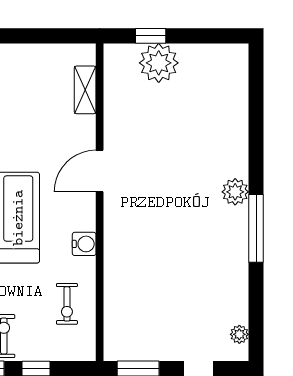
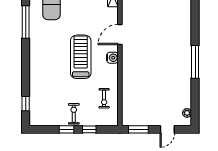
plant: (235, 192) -> (185, 44), removed
water cooler: (84, 244) -> (112, 58), moved

